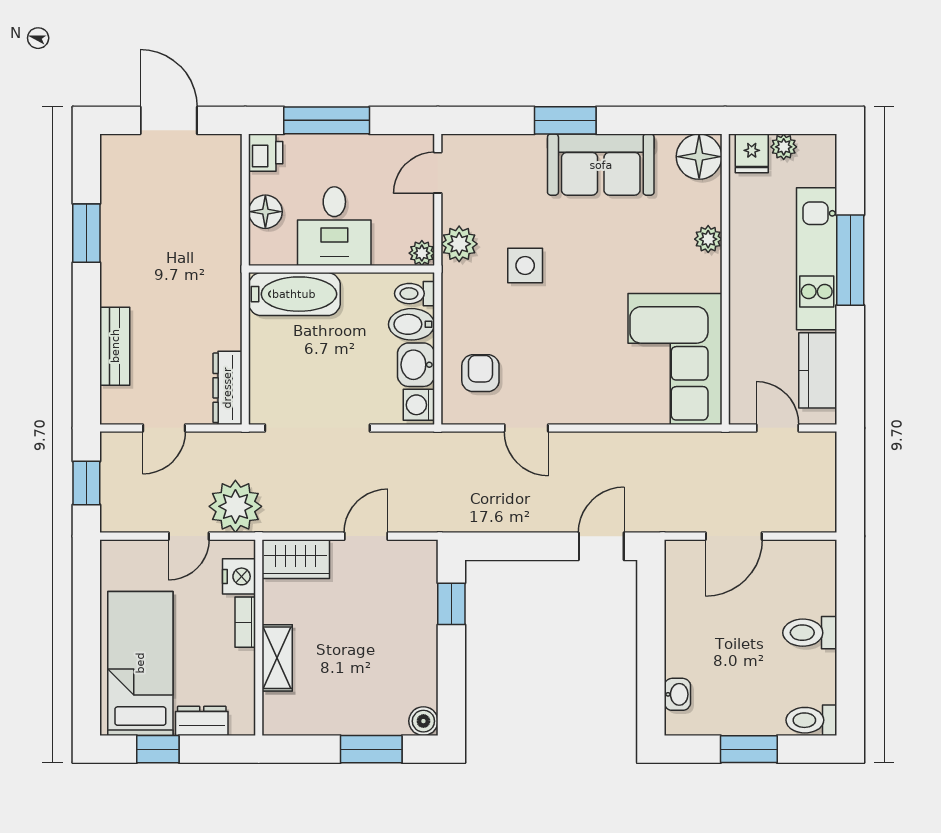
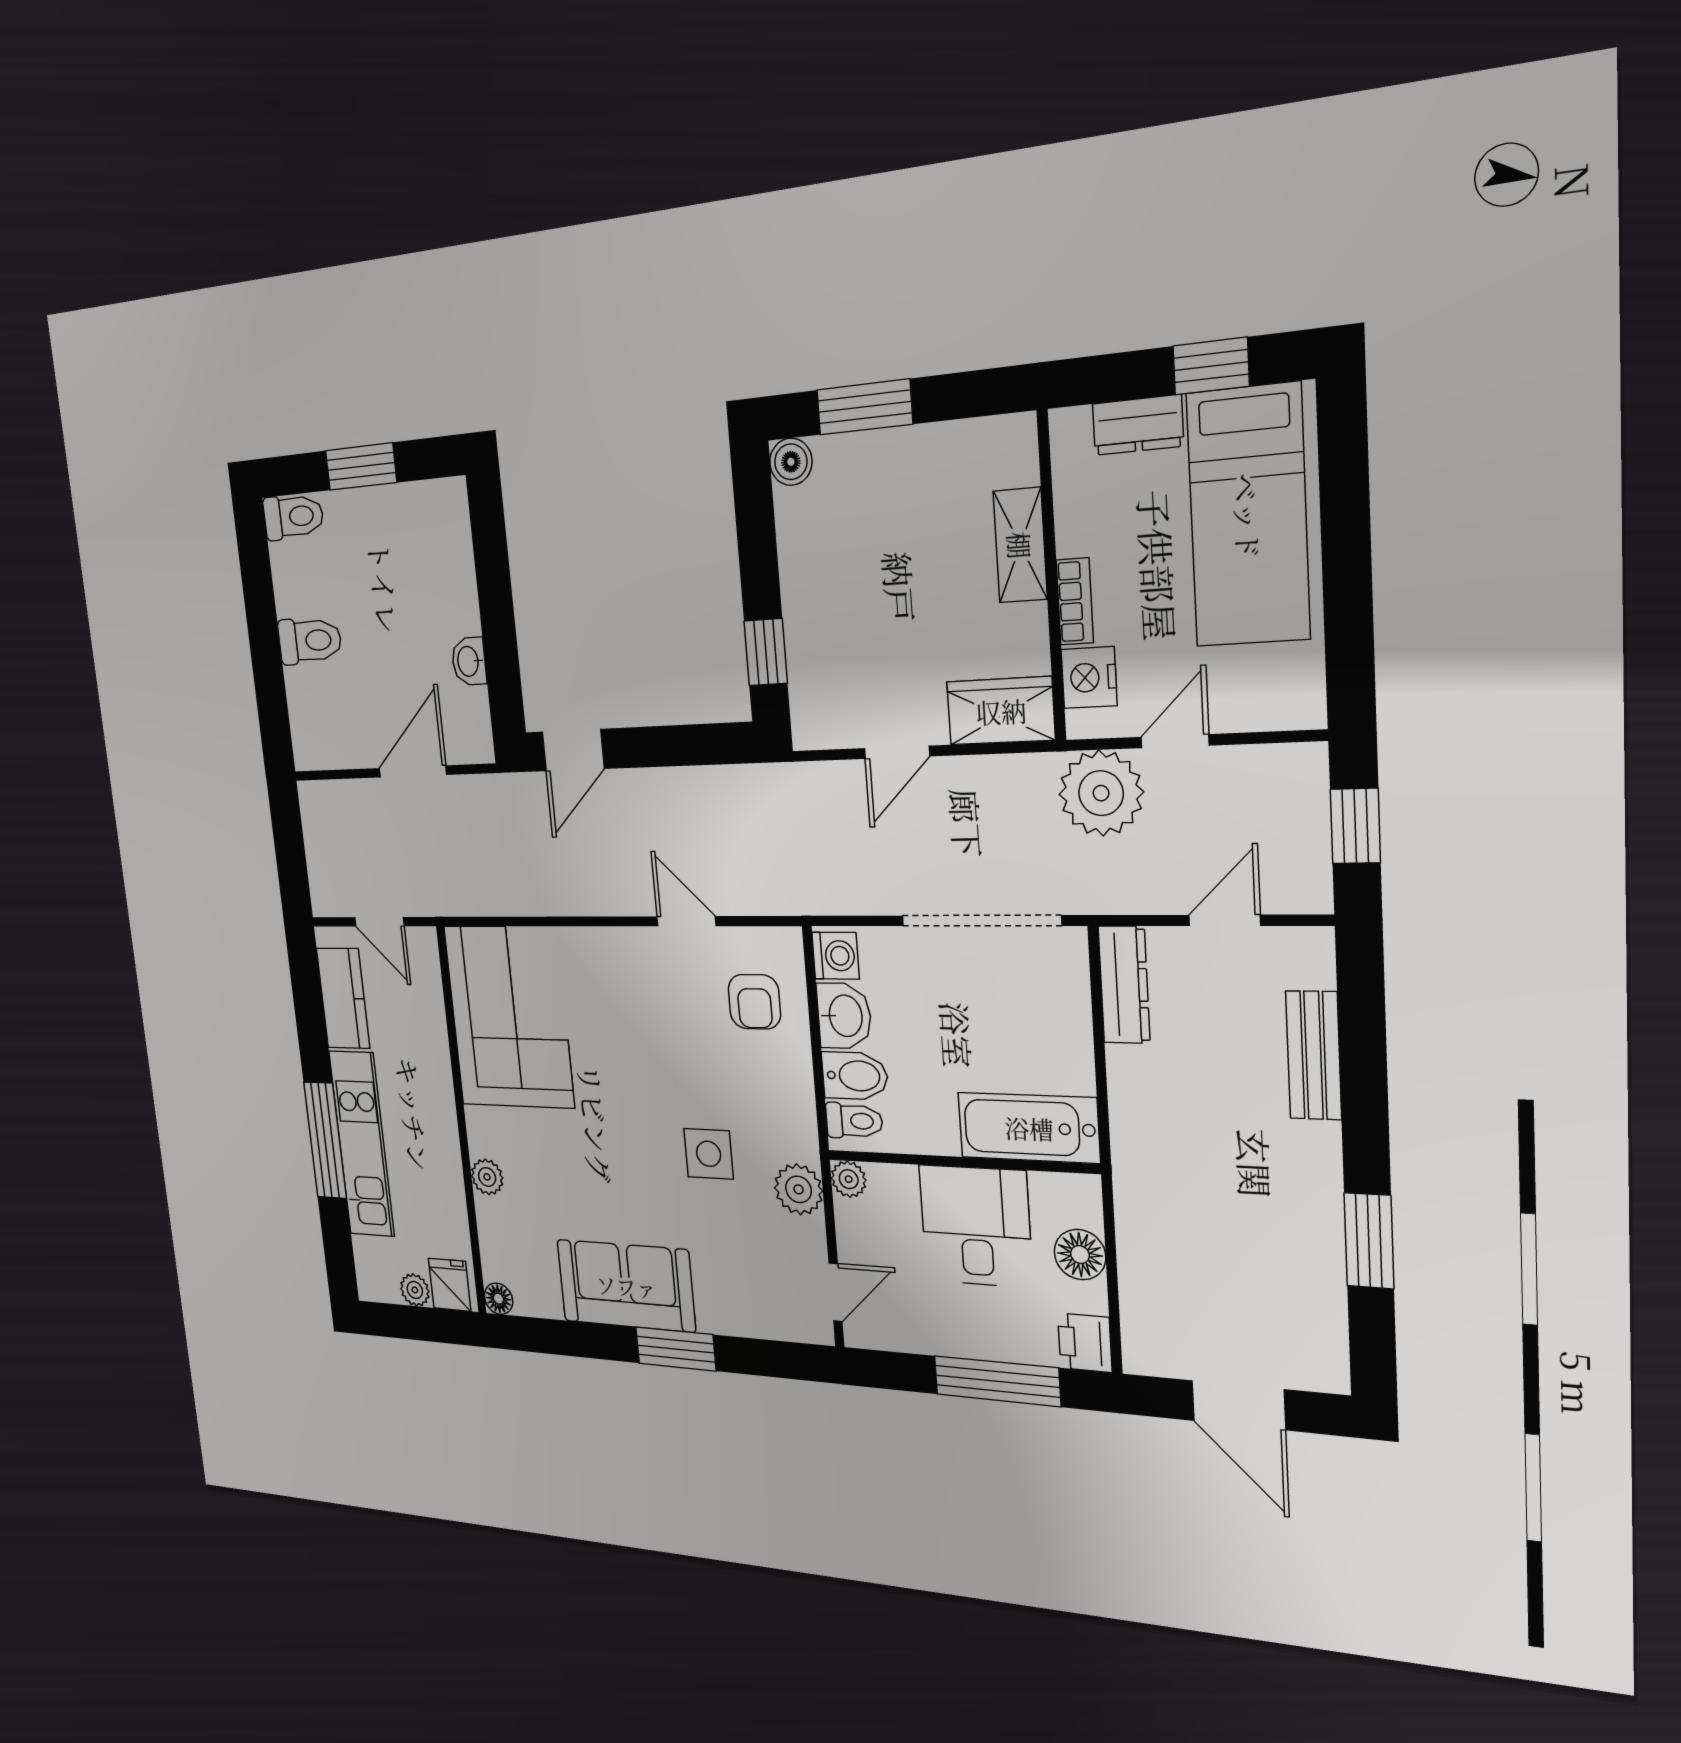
floor lamp: (699, 157) -> (498, 1299), width x0.53, depth x0.53
washbasin: (677, 694) -> (469, 661), moved

